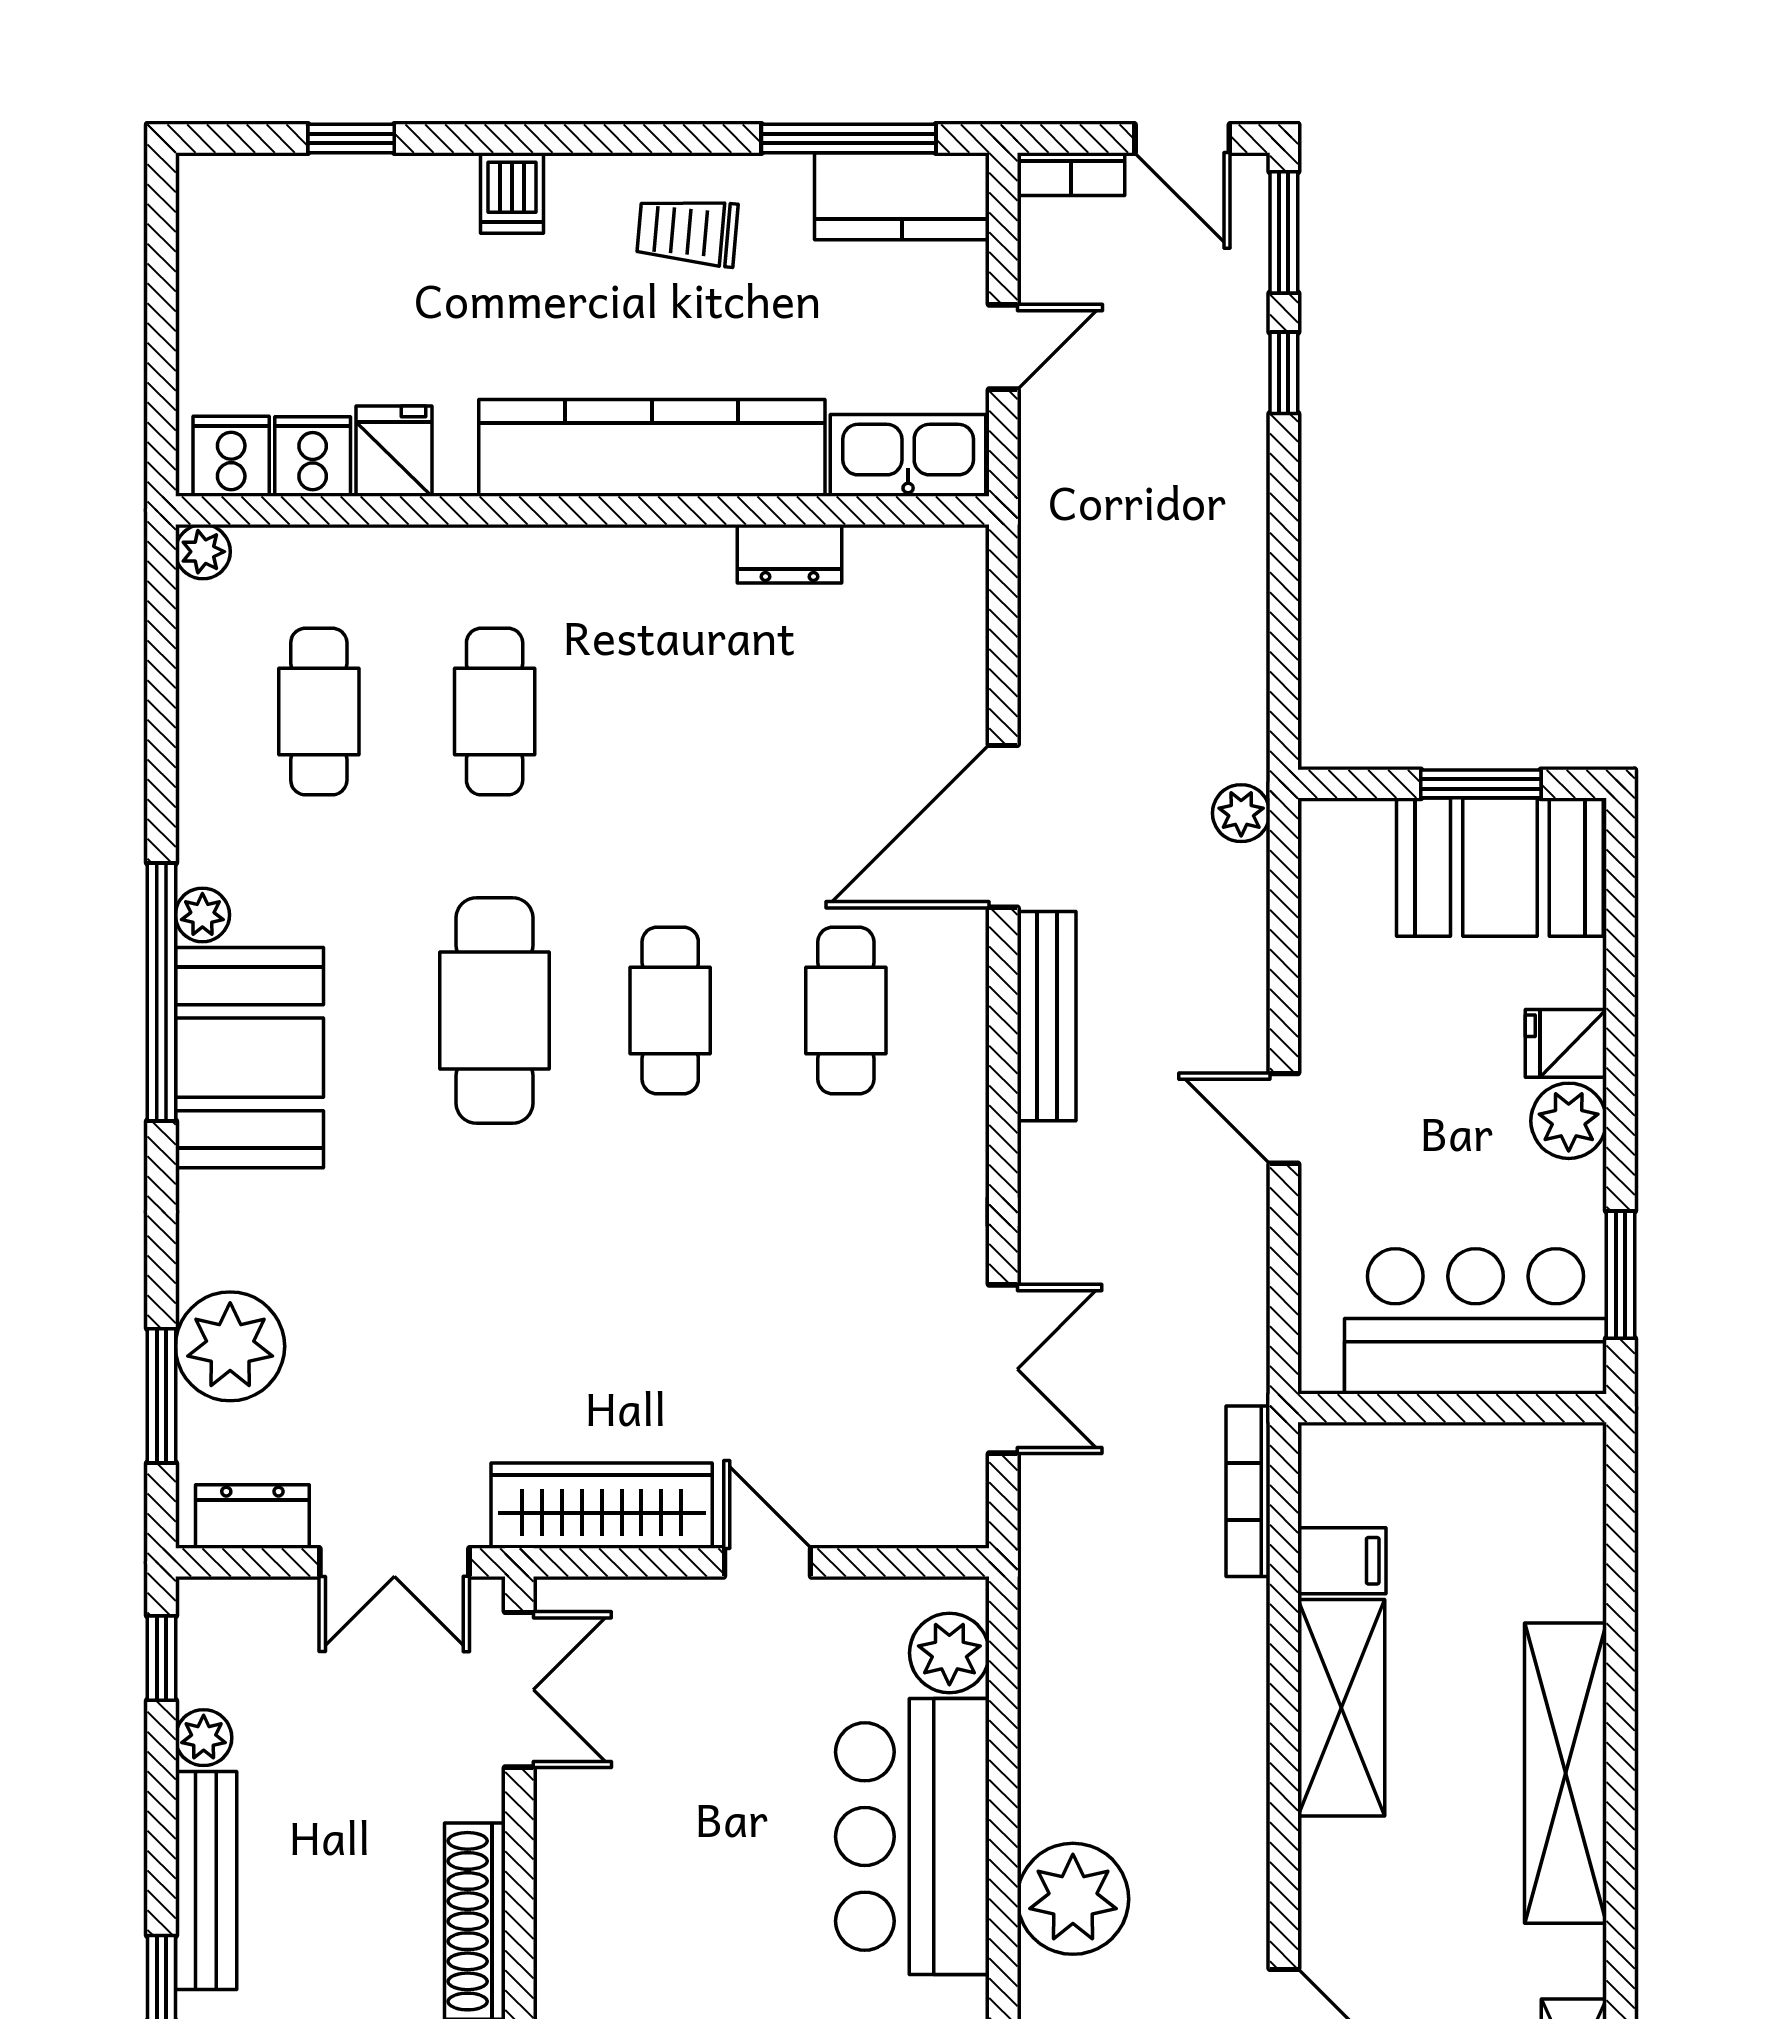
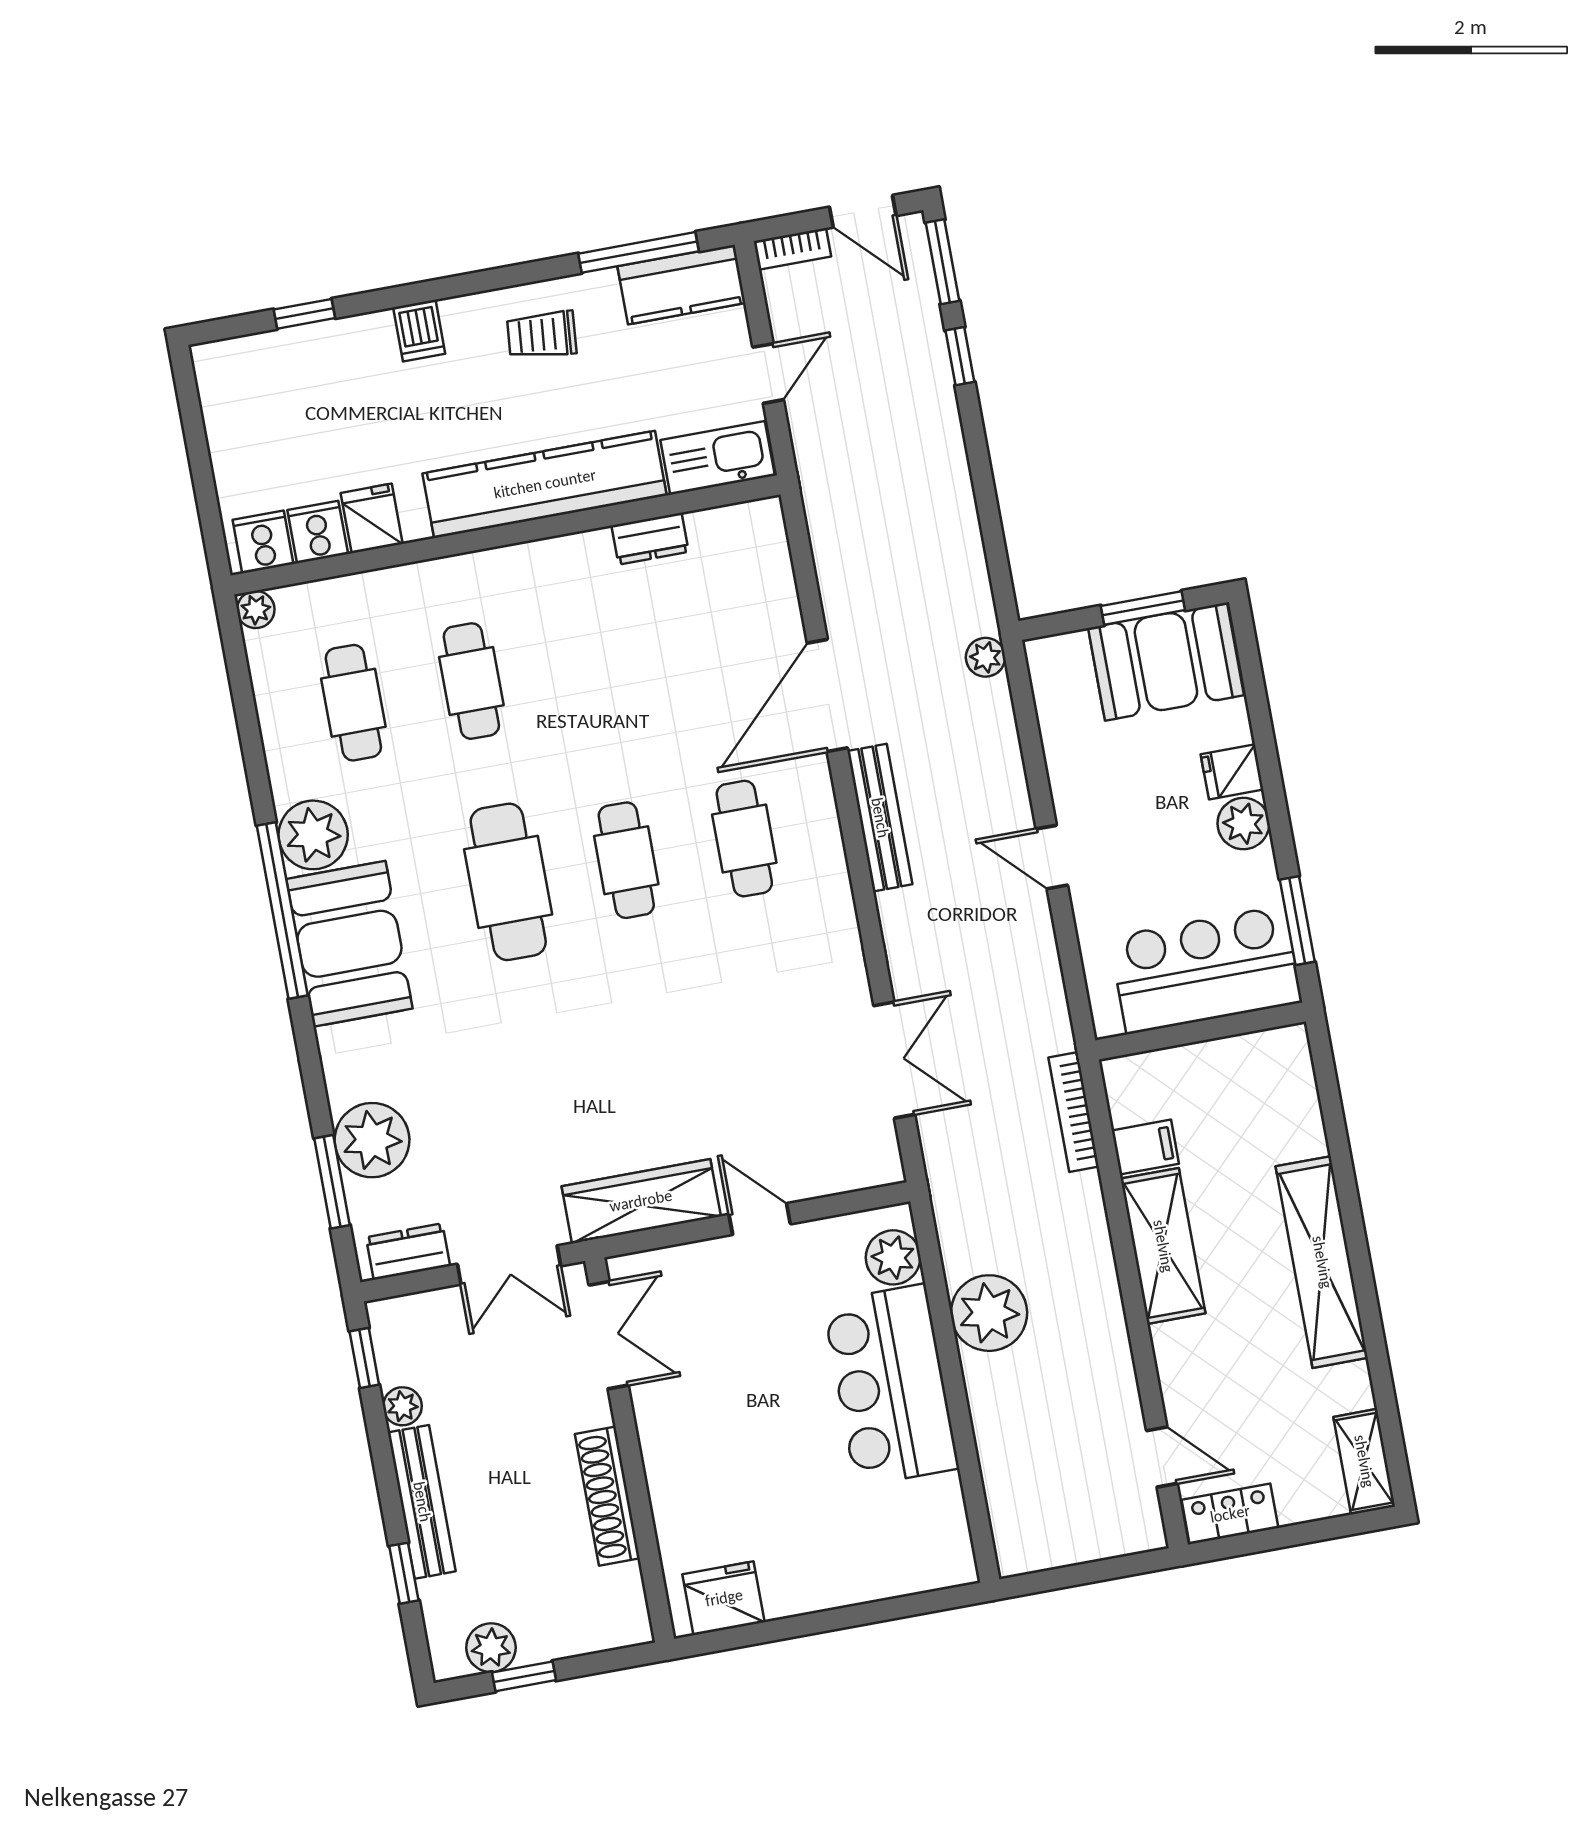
plant: (202, 915) -> (313, 835), width x1.88, depth x1.88
plant: (1073, 1899) -> (989, 1313), moved

